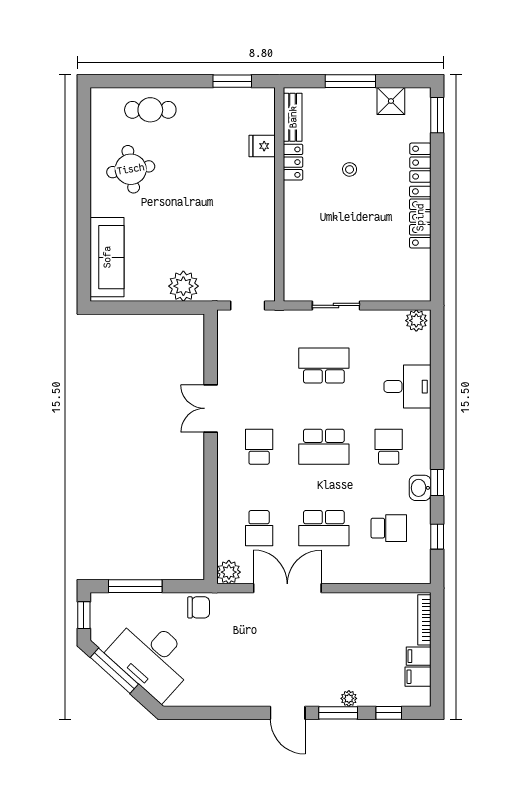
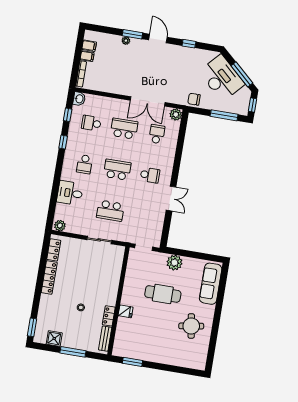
cafe table: (150, 110) -> (163, 294), moved, width x1.37, depth x1.35
fridge: (262, 146) -> (126, 311), moved
locker: (420, 163) -> (54, 250), moved
school desk: (259, 447) -> (150, 175), turned -90
washbasin: (420, 488) -> (79, 99), moved
window: (389, 713) -> (189, 44), moved

